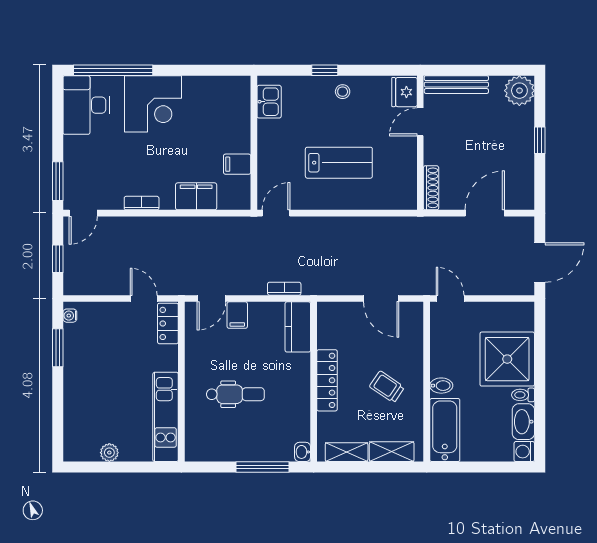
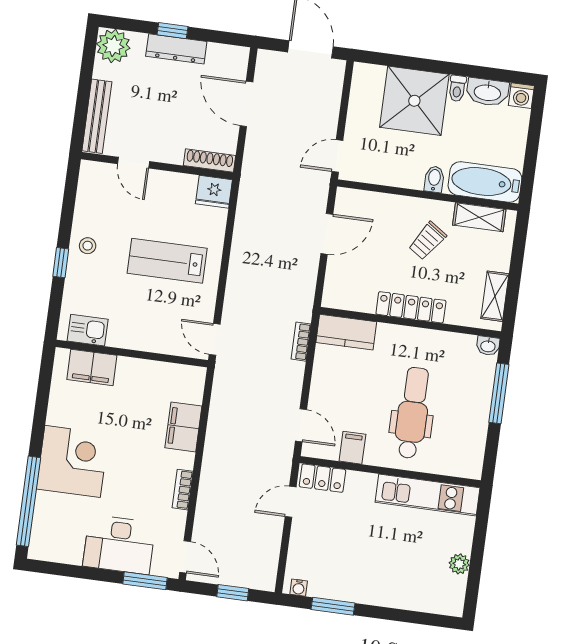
fridge: (404, 92) -> (214, 192), moved
desk: (86, 105) -> (119, 545), moved
dresser: (524, 146) -> (176, 49), added
lab bench: (339, 163) -> (167, 261), turned -90
filing cabinet: (237, 164) -> (92, 367), moved, width x2.00
filing cabinet: (237, 315) -> (352, 448), moved, turned -90
dental chair: (235, 394) -> (413, 413), width x1.36, depth x1.38
shelving: (392, 452) -> (479, 217), moved, turned 90

